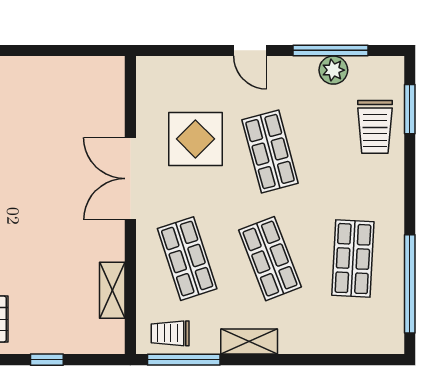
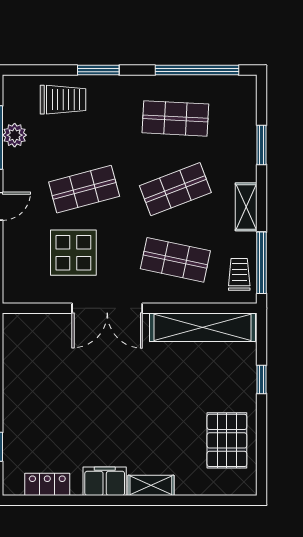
window: (410, 109) -> (98, 70), moved
shop shelf: (187, 259) -> (175, 260), turned 30
shelving: (112, 290) -> (202, 327), width x2.20, depth x1.33
trolley: (170, 333) -> (239, 274), turned 180
window: (322, 360) -> (262, 145), added

